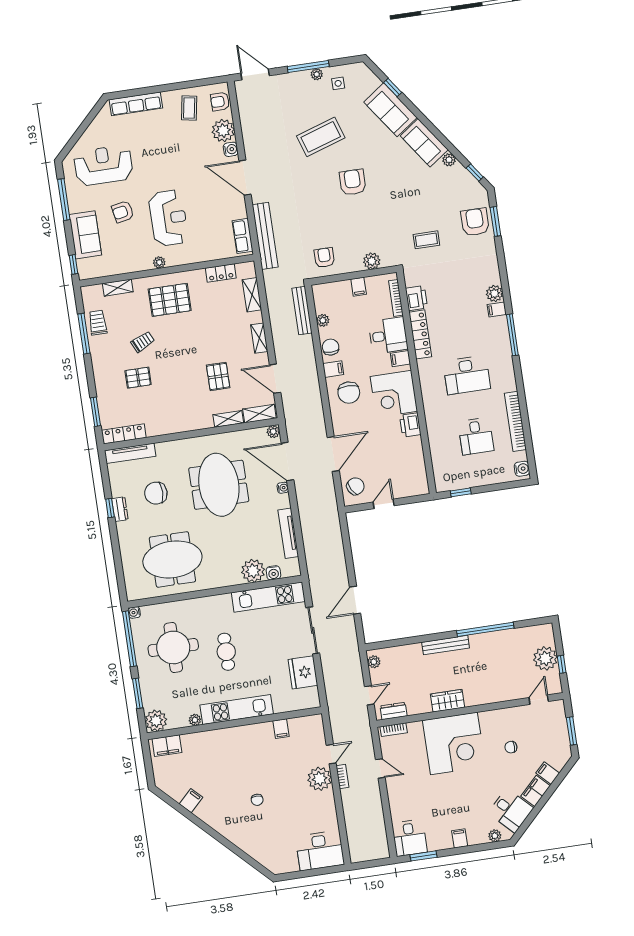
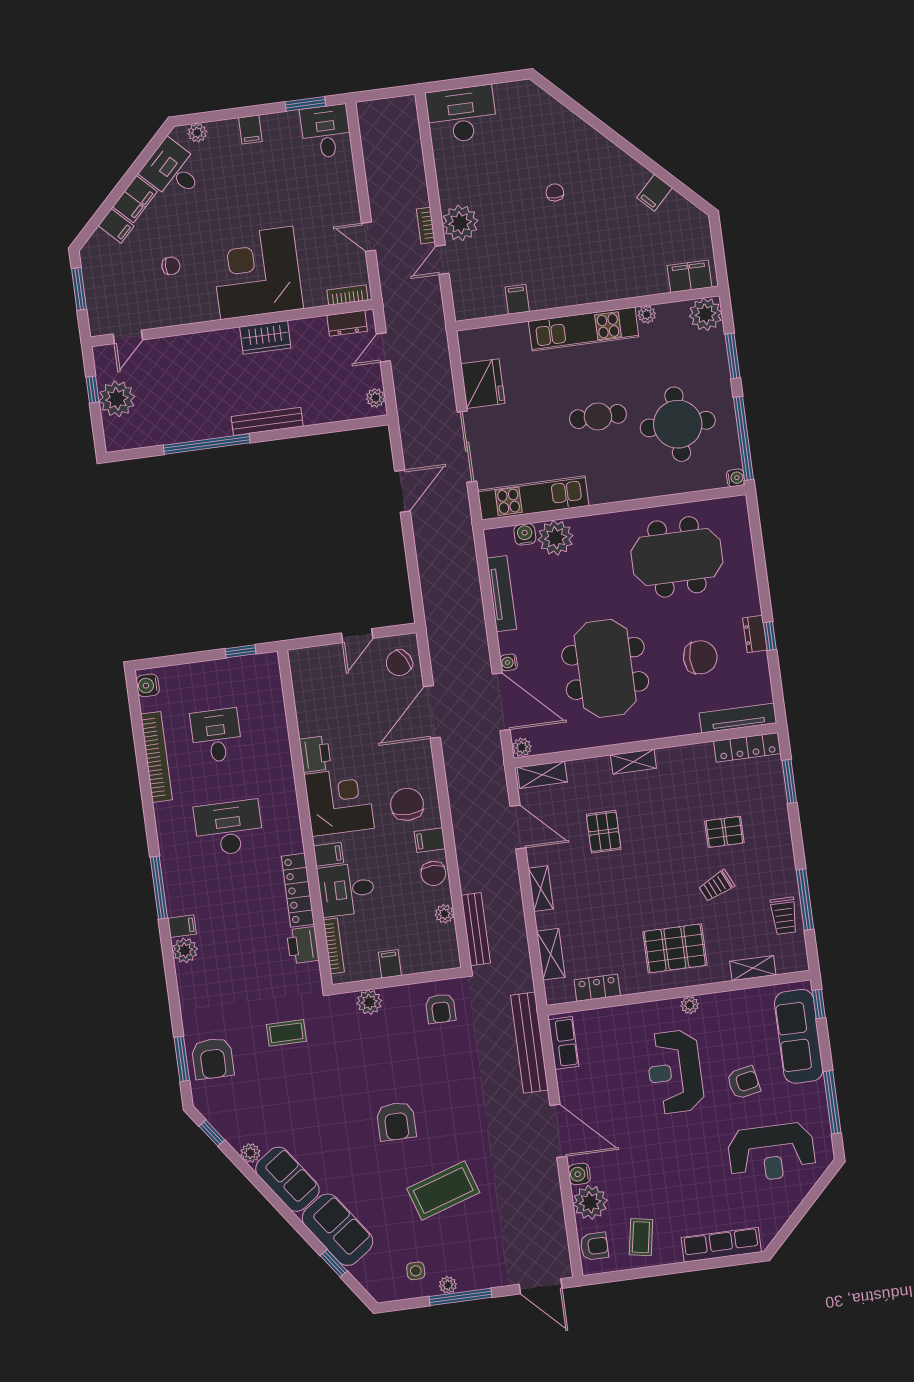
sofa: (85, 235) -> (799, 1036), width x1.36
shelving: (228, 419) -> (633, 762), moved
cafe table: (226, 652) -> (598, 417), turned 90

